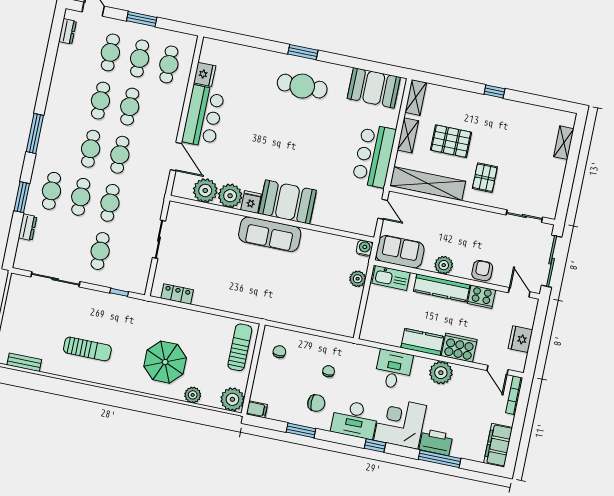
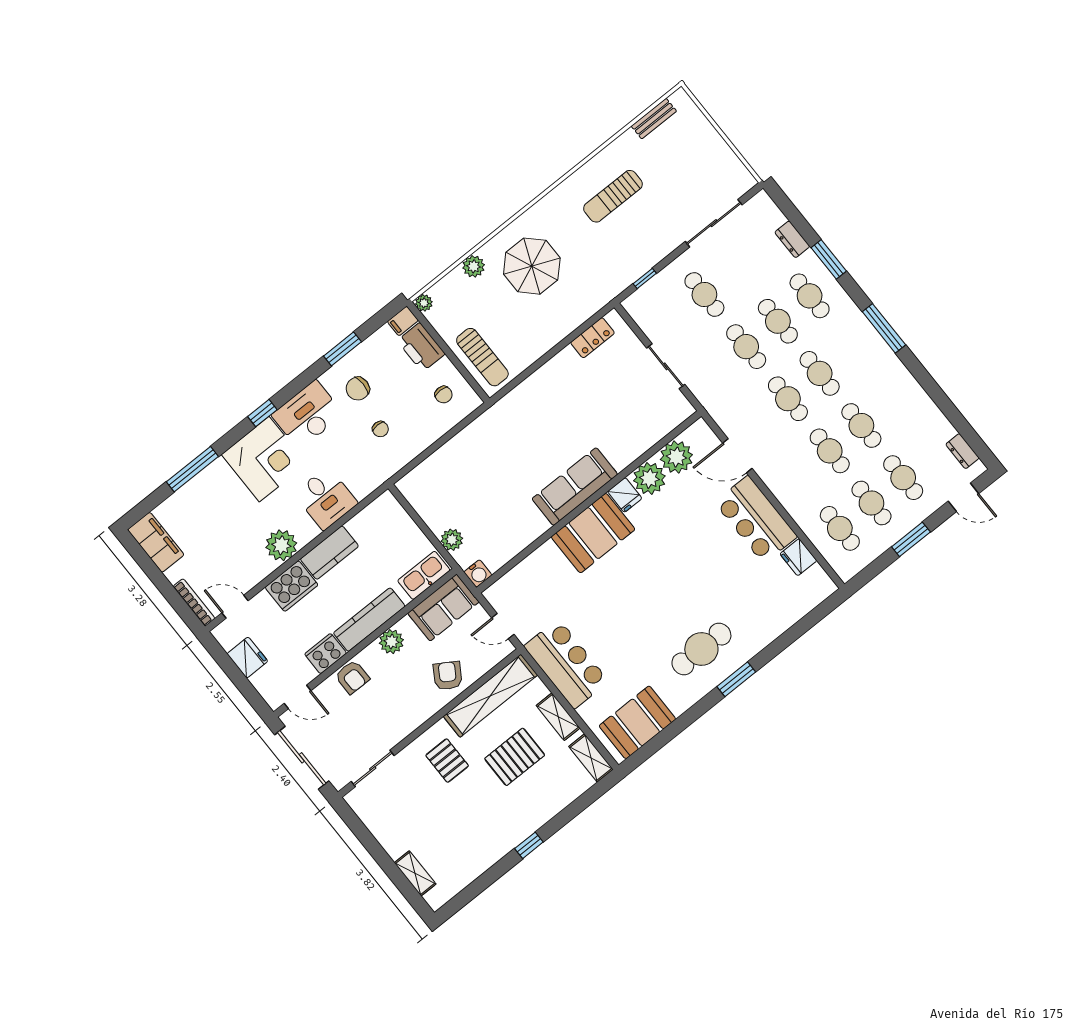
armchair: (437, 217) -> (448, 676), added
plant: (232, 399) -> (424, 303), width x0.53, depth x0.53
printer: (436, 442) -> (421, 347), moved, turned 90

